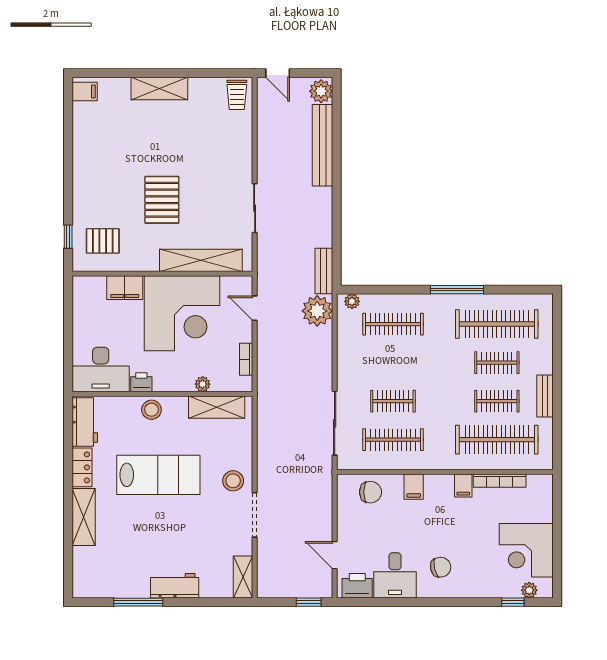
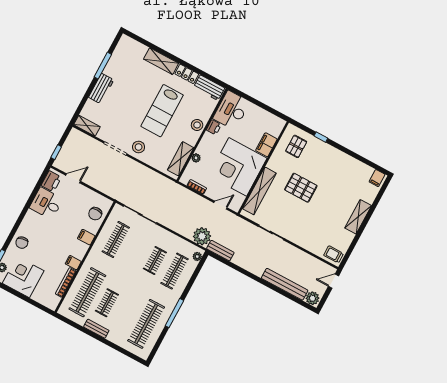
window: (68, 237) -> (321, 137), moved
clothes rail: (497, 363) -> (127, 313), removed
clothes rail: (393, 401) -> (155, 261), moved
chair: (441, 567) -> (22, 243), moved

